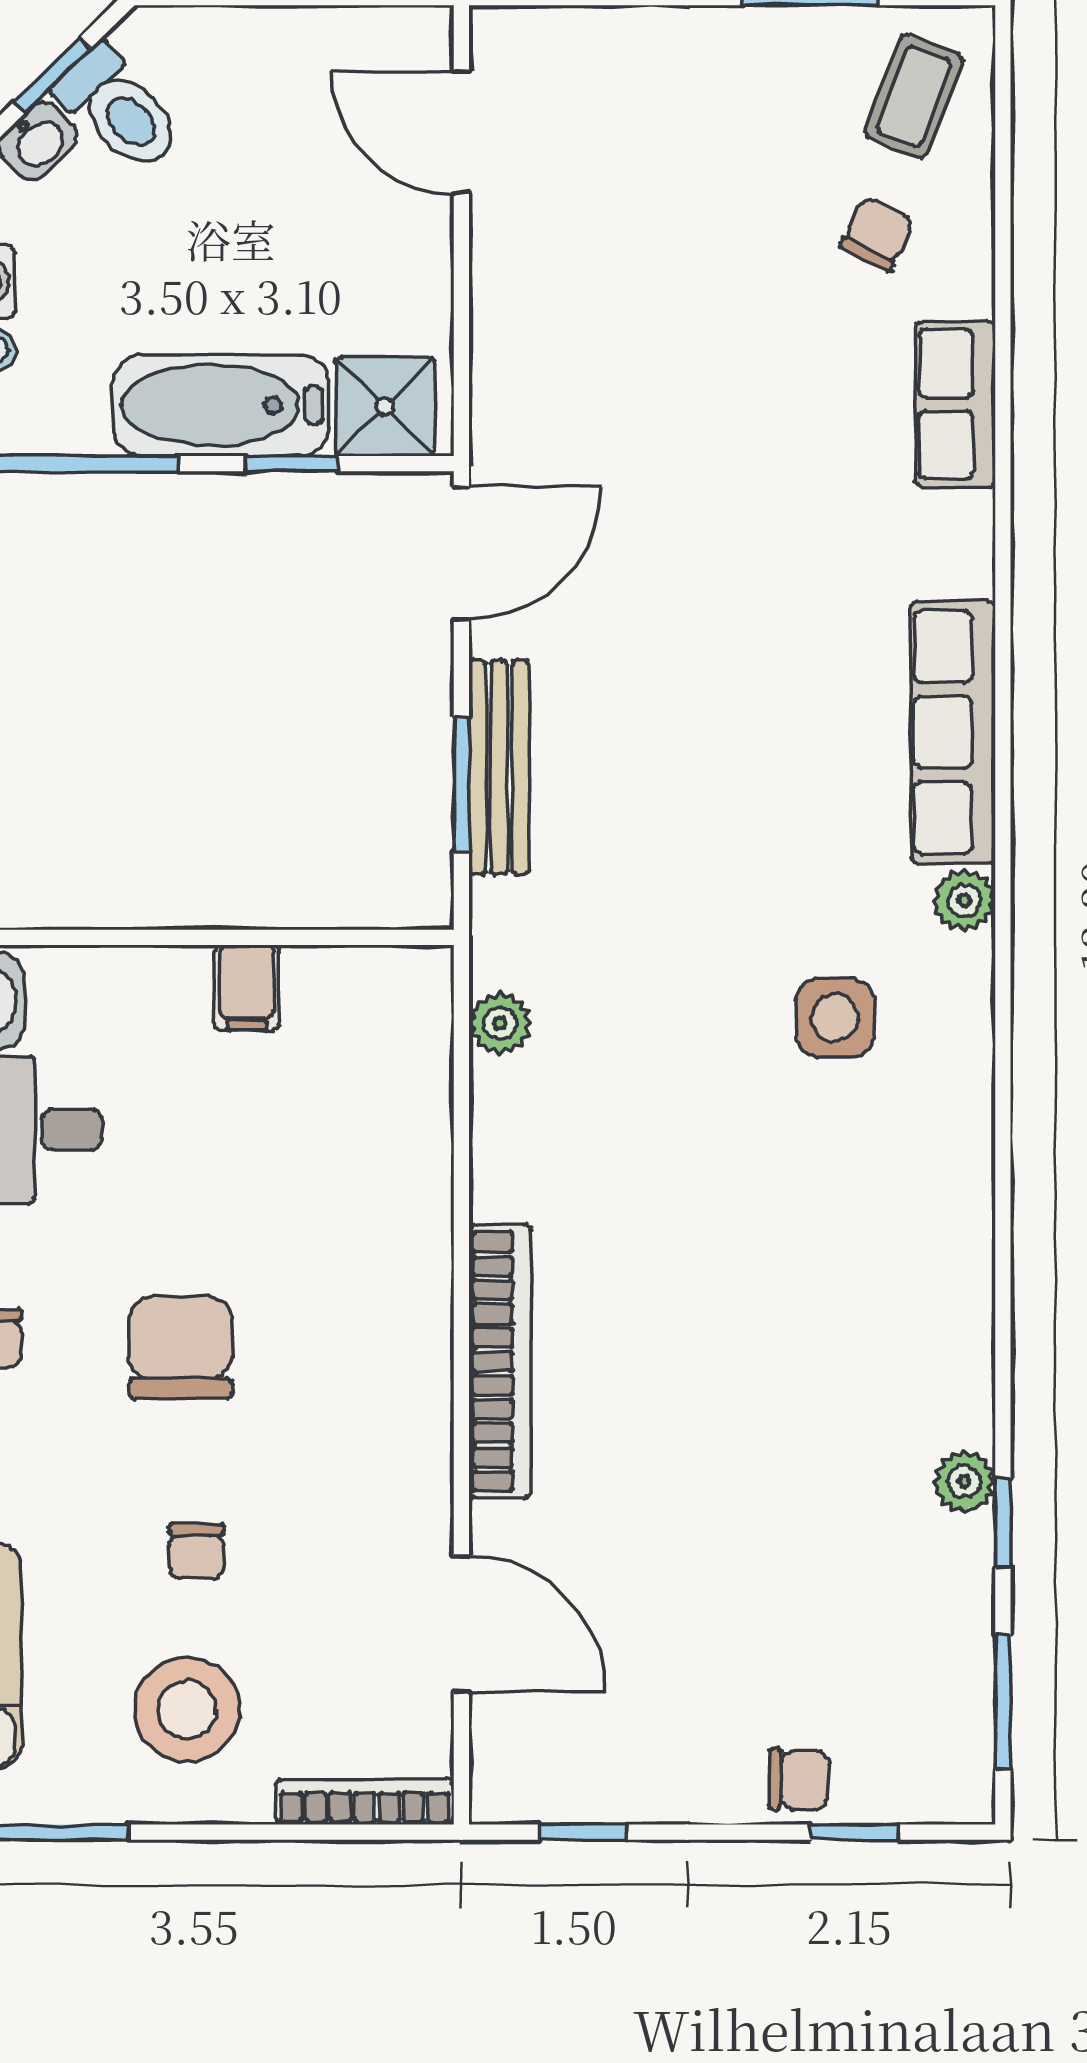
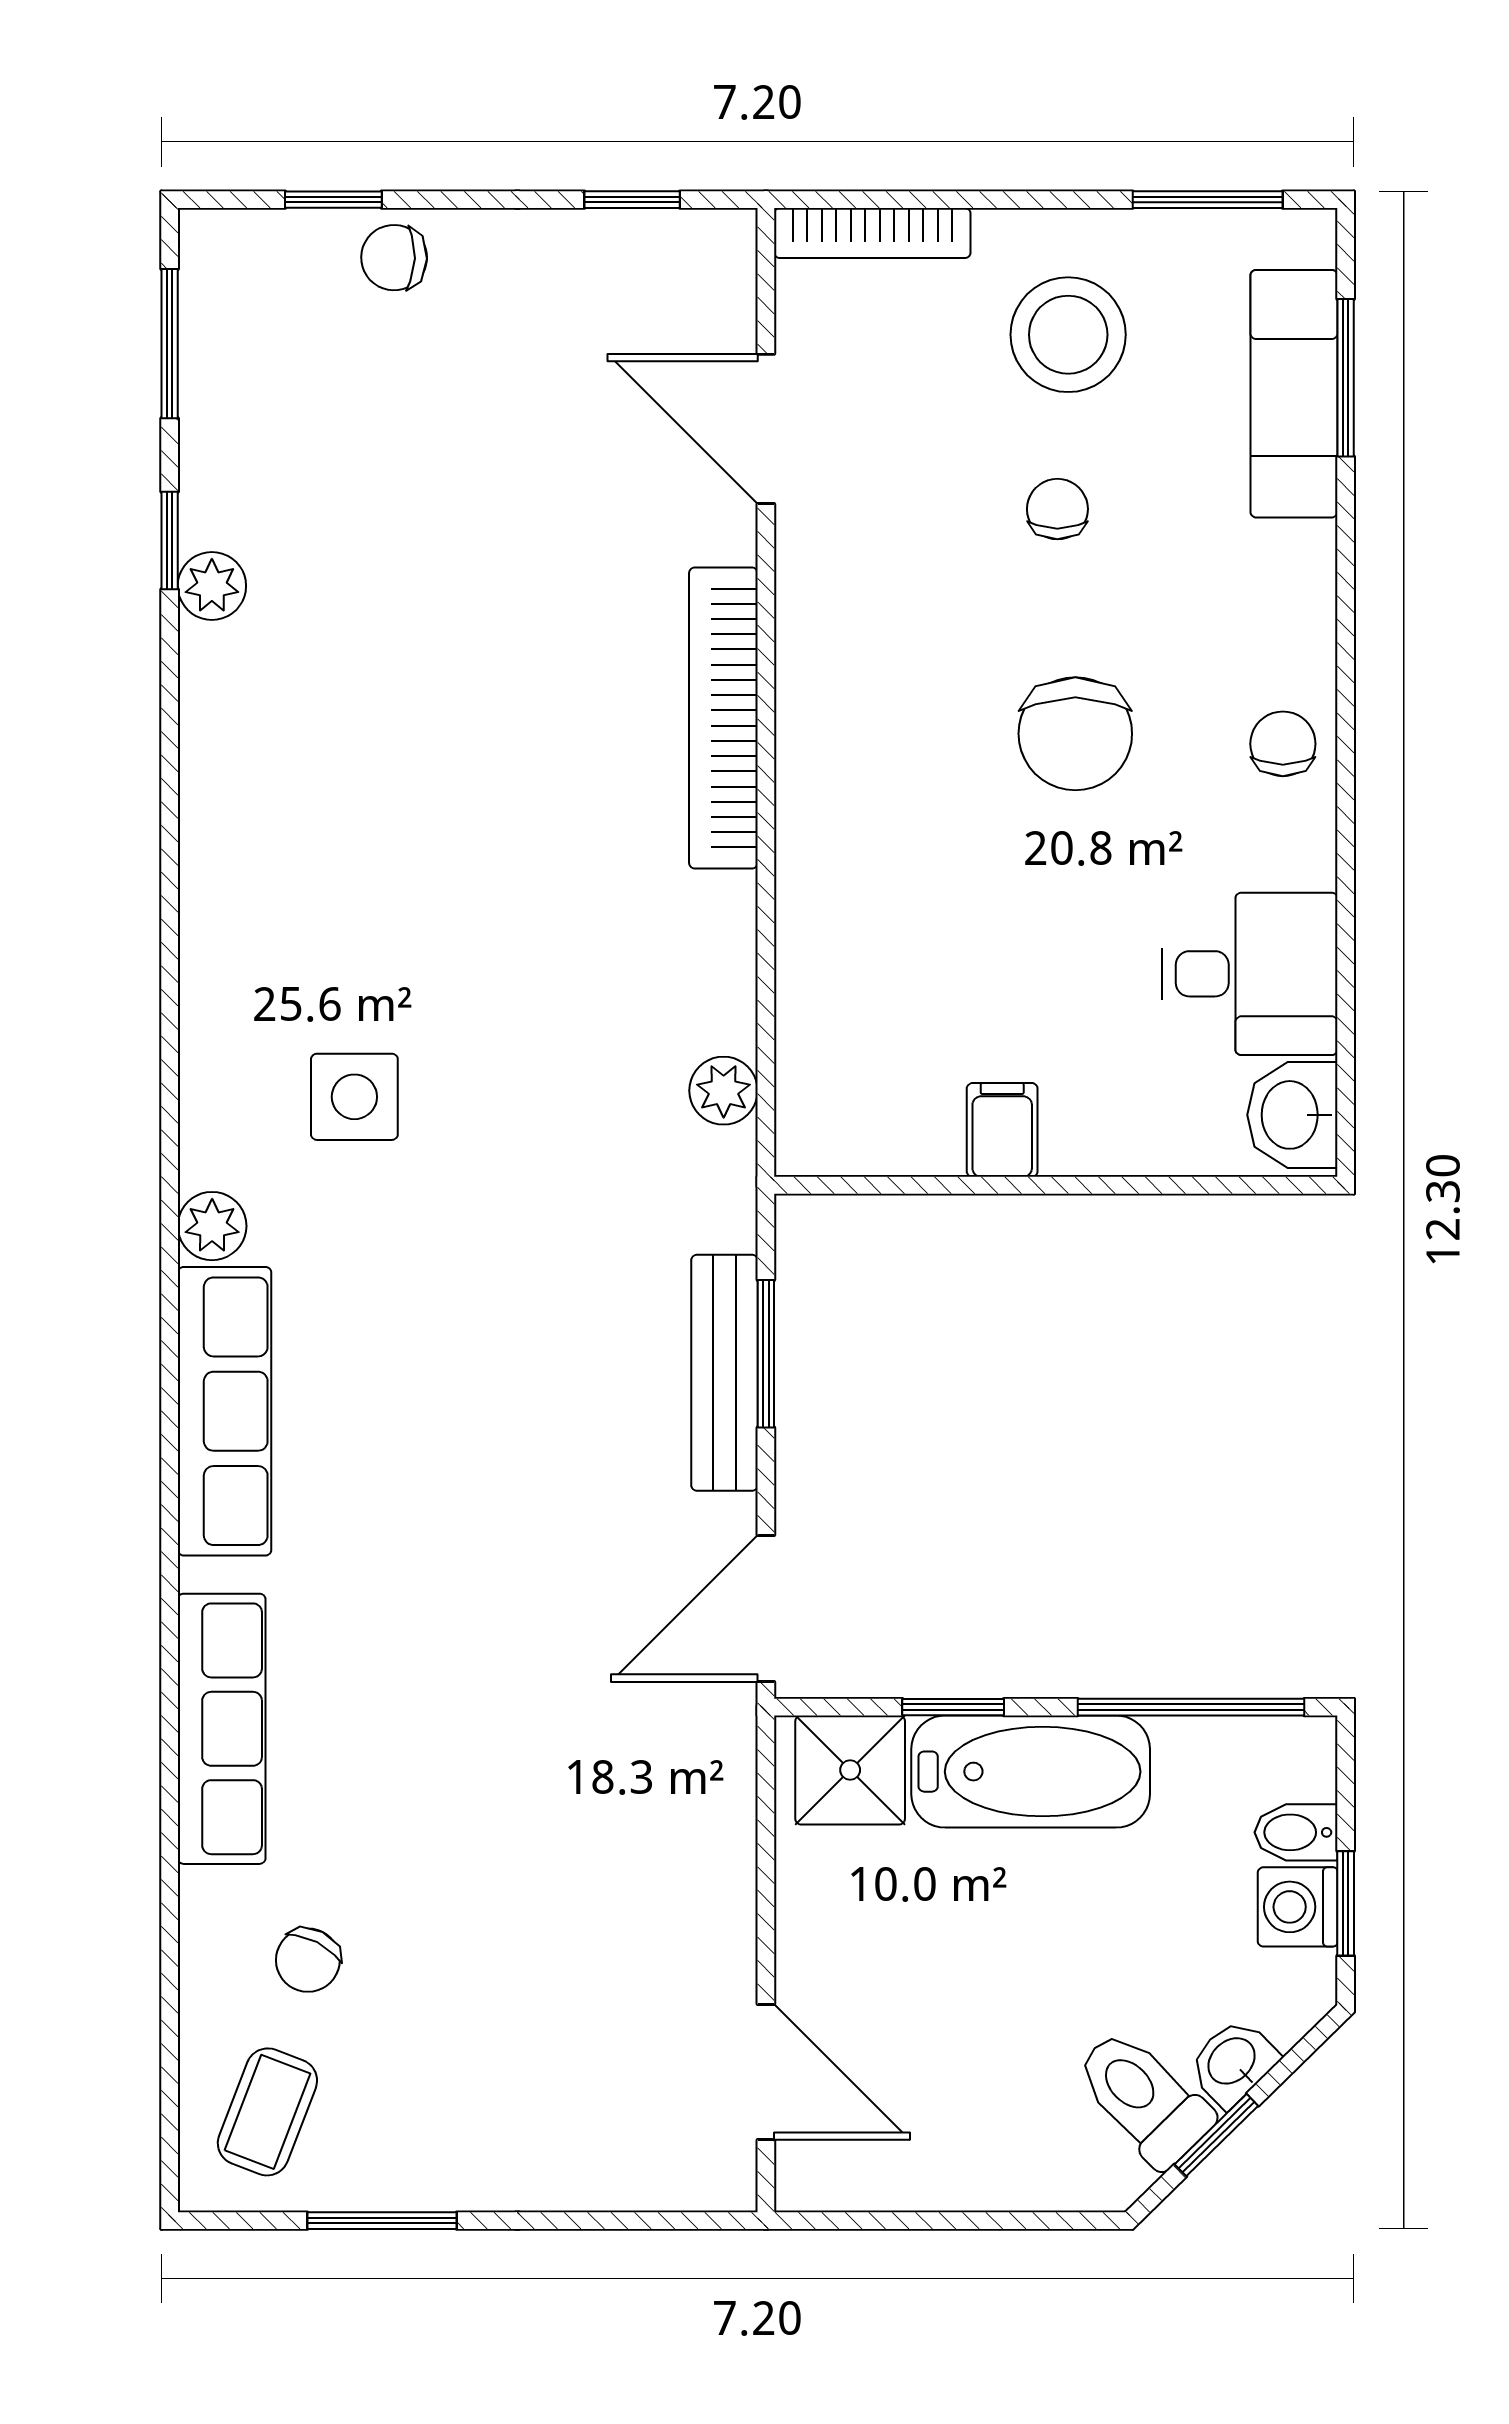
row of seats: (956, 404) -> (222, 1729), width x1.48

